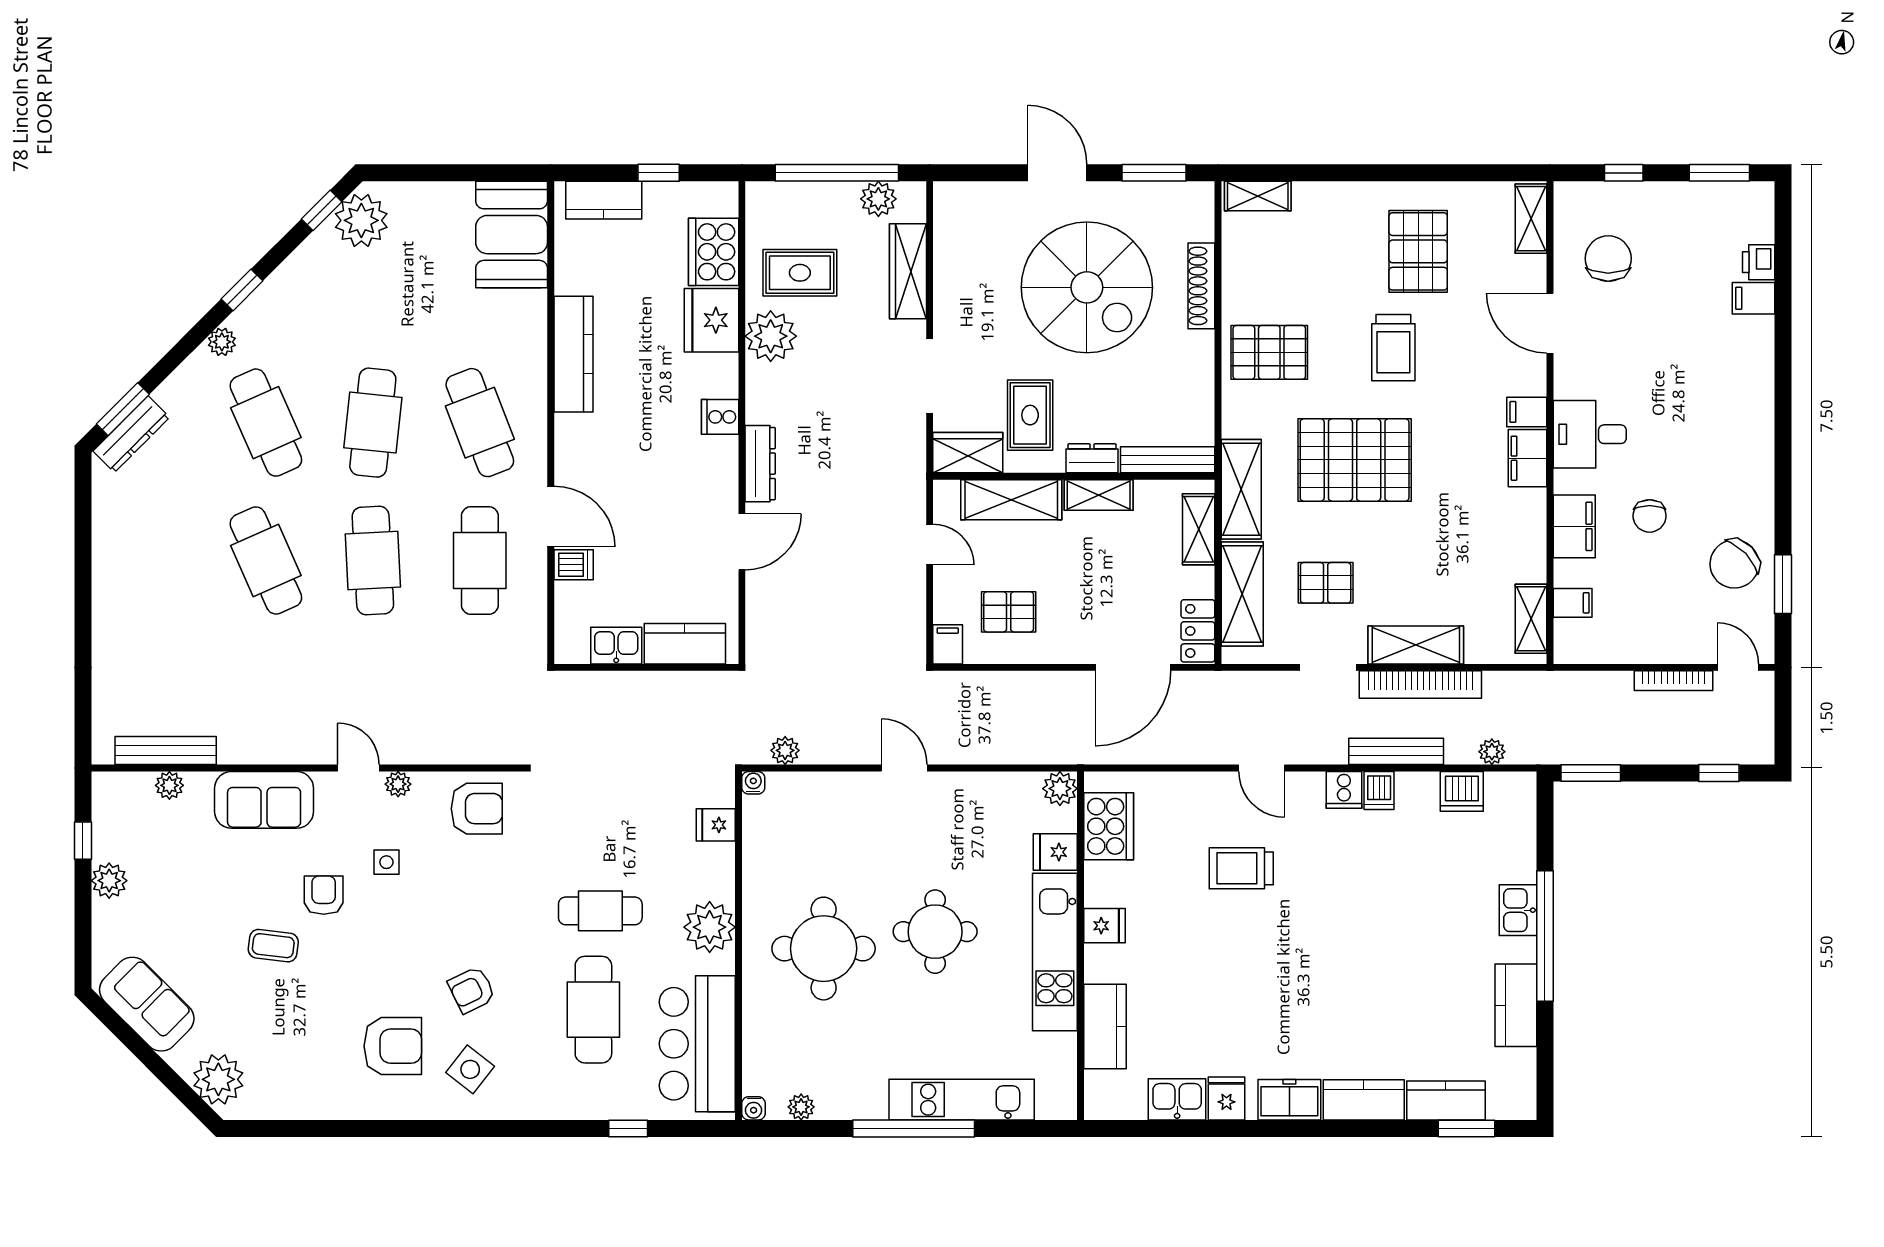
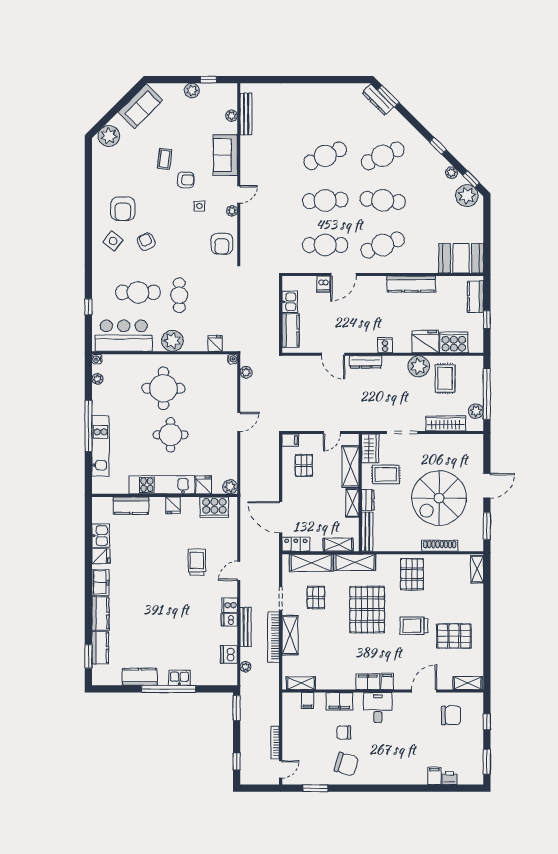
plant: (222, 342) -> (451, 173), moved
chair: (1734, 564) -> (346, 764), moved, turned 150

